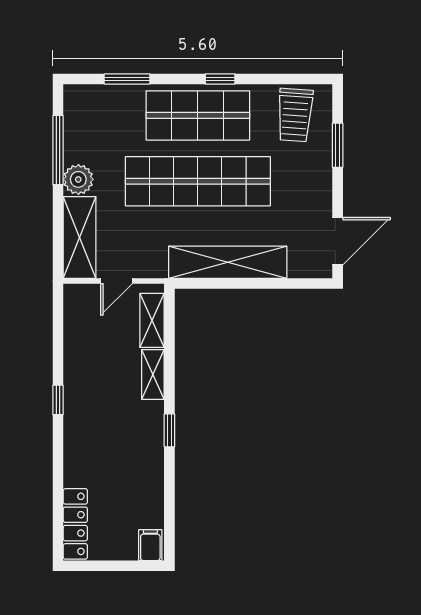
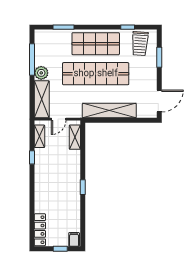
window: (220, 79) -> (128, 27), moved
shelving: (153, 375) -> (39, 136), moved
window: (58, 400) -> (32, 157), moved
window: (120, 566) -> (60, 249), added

